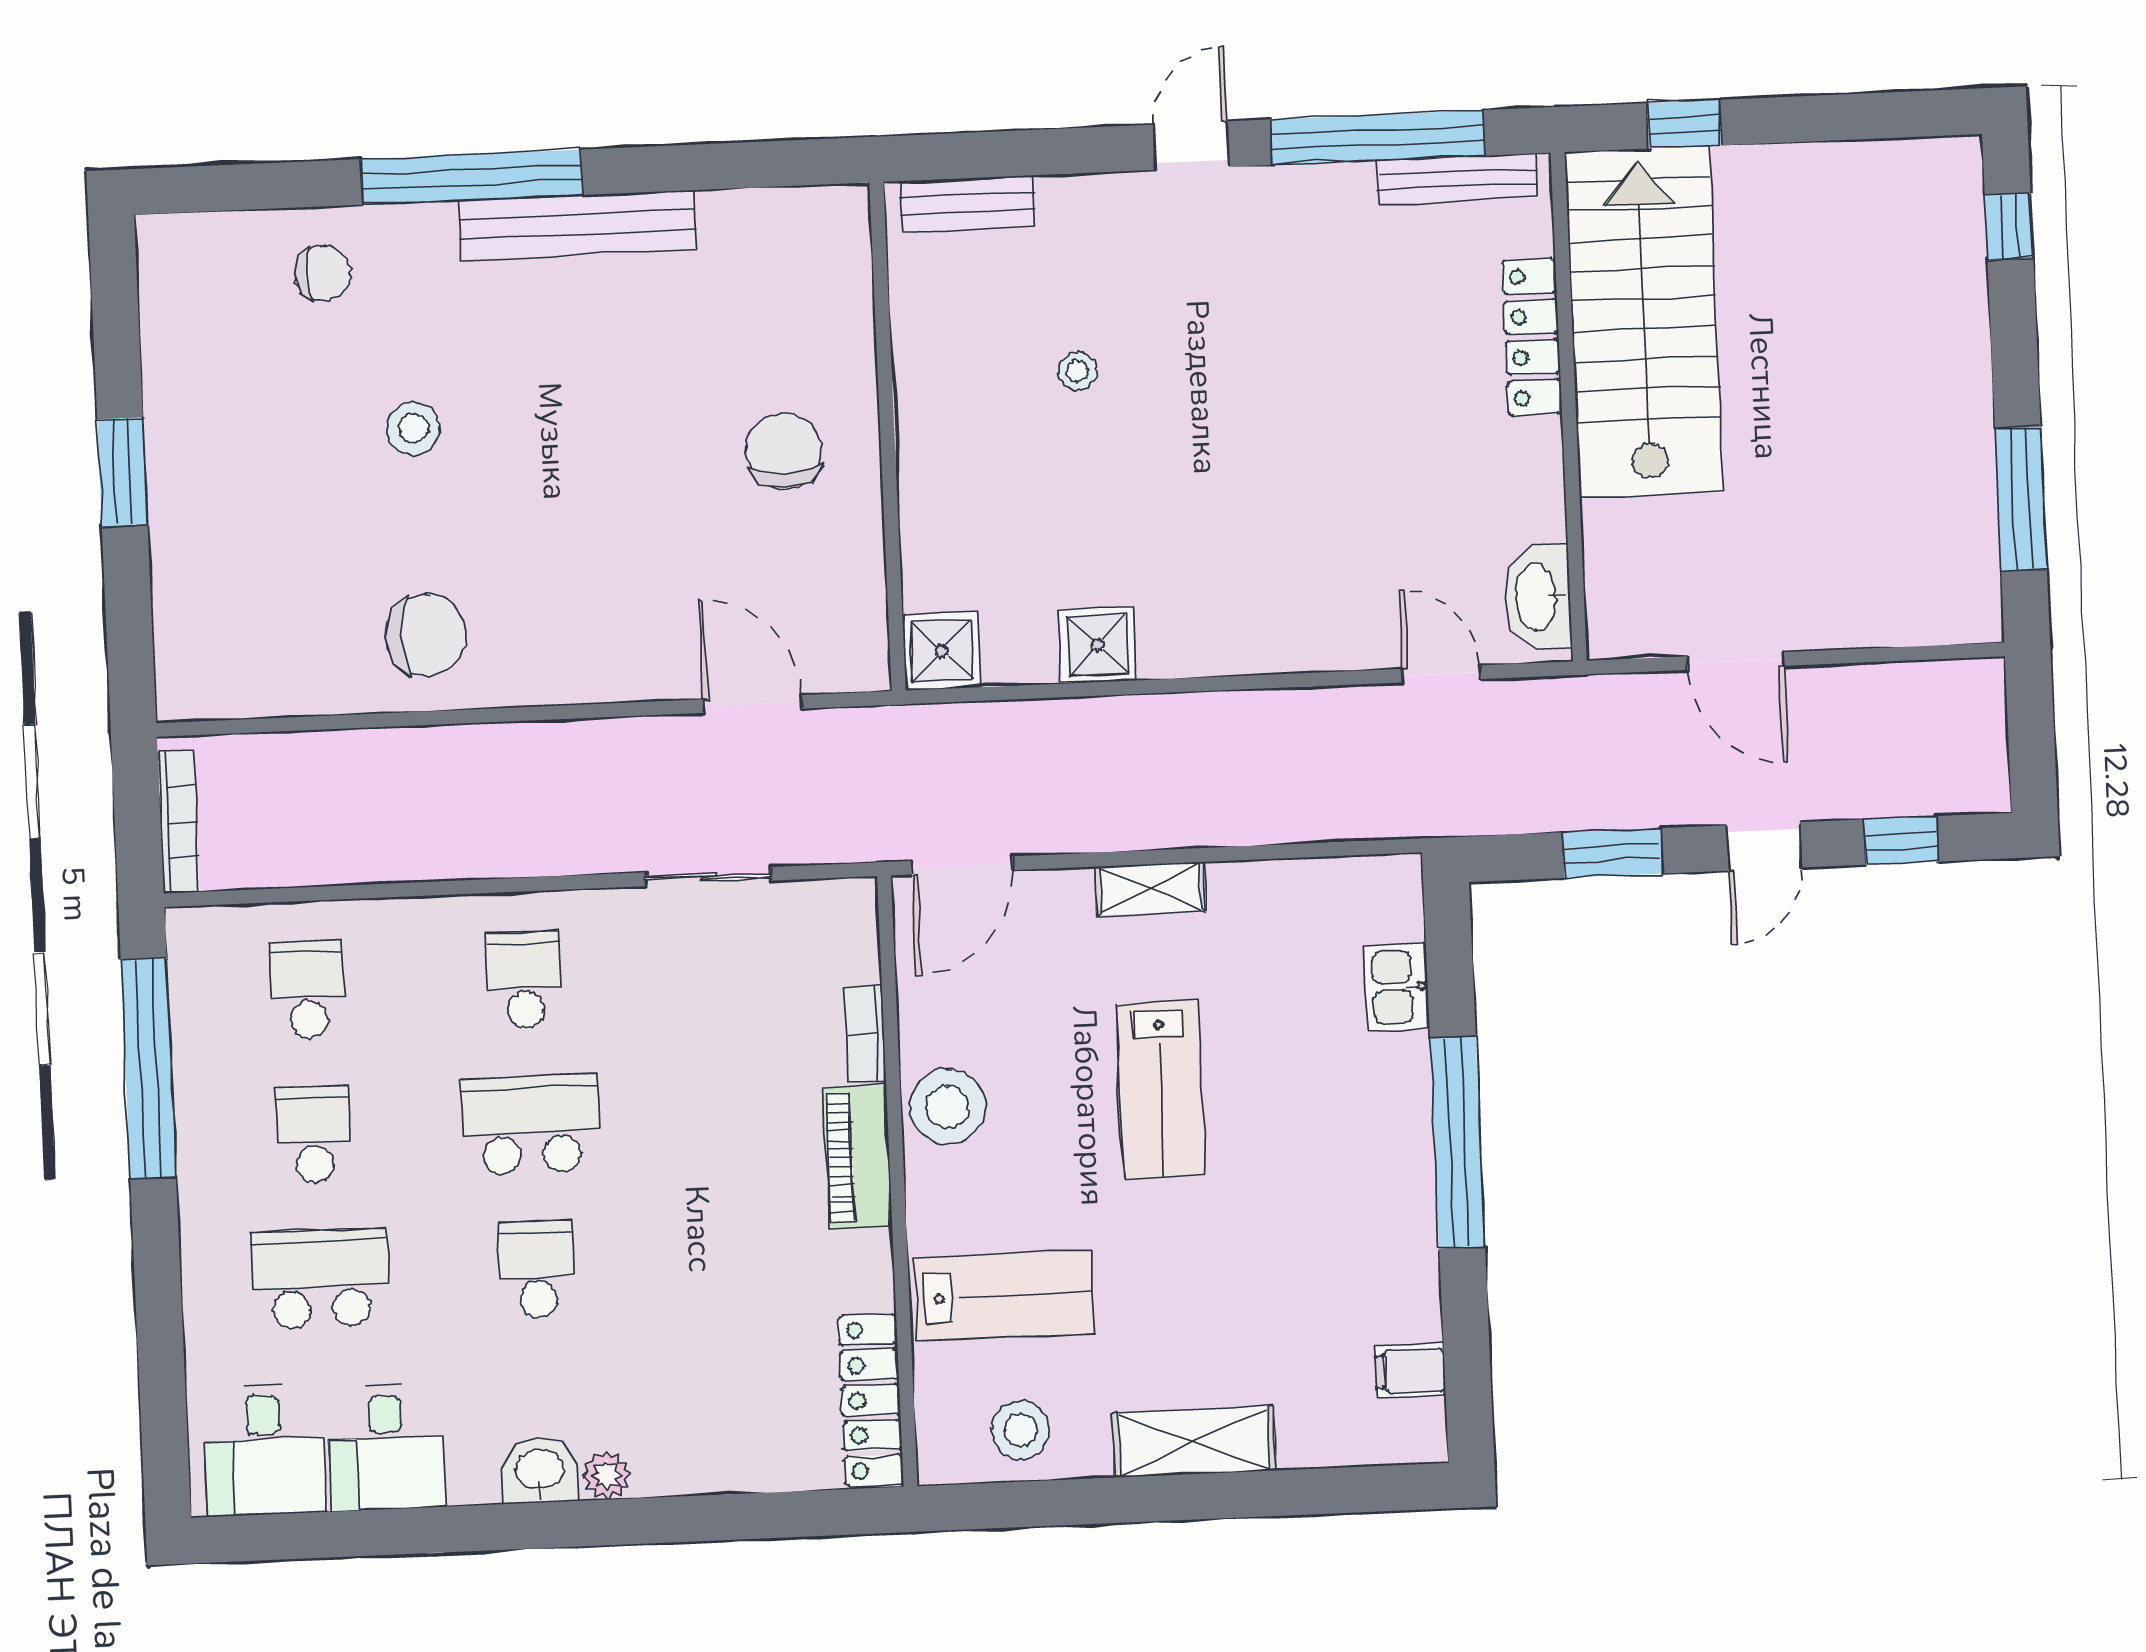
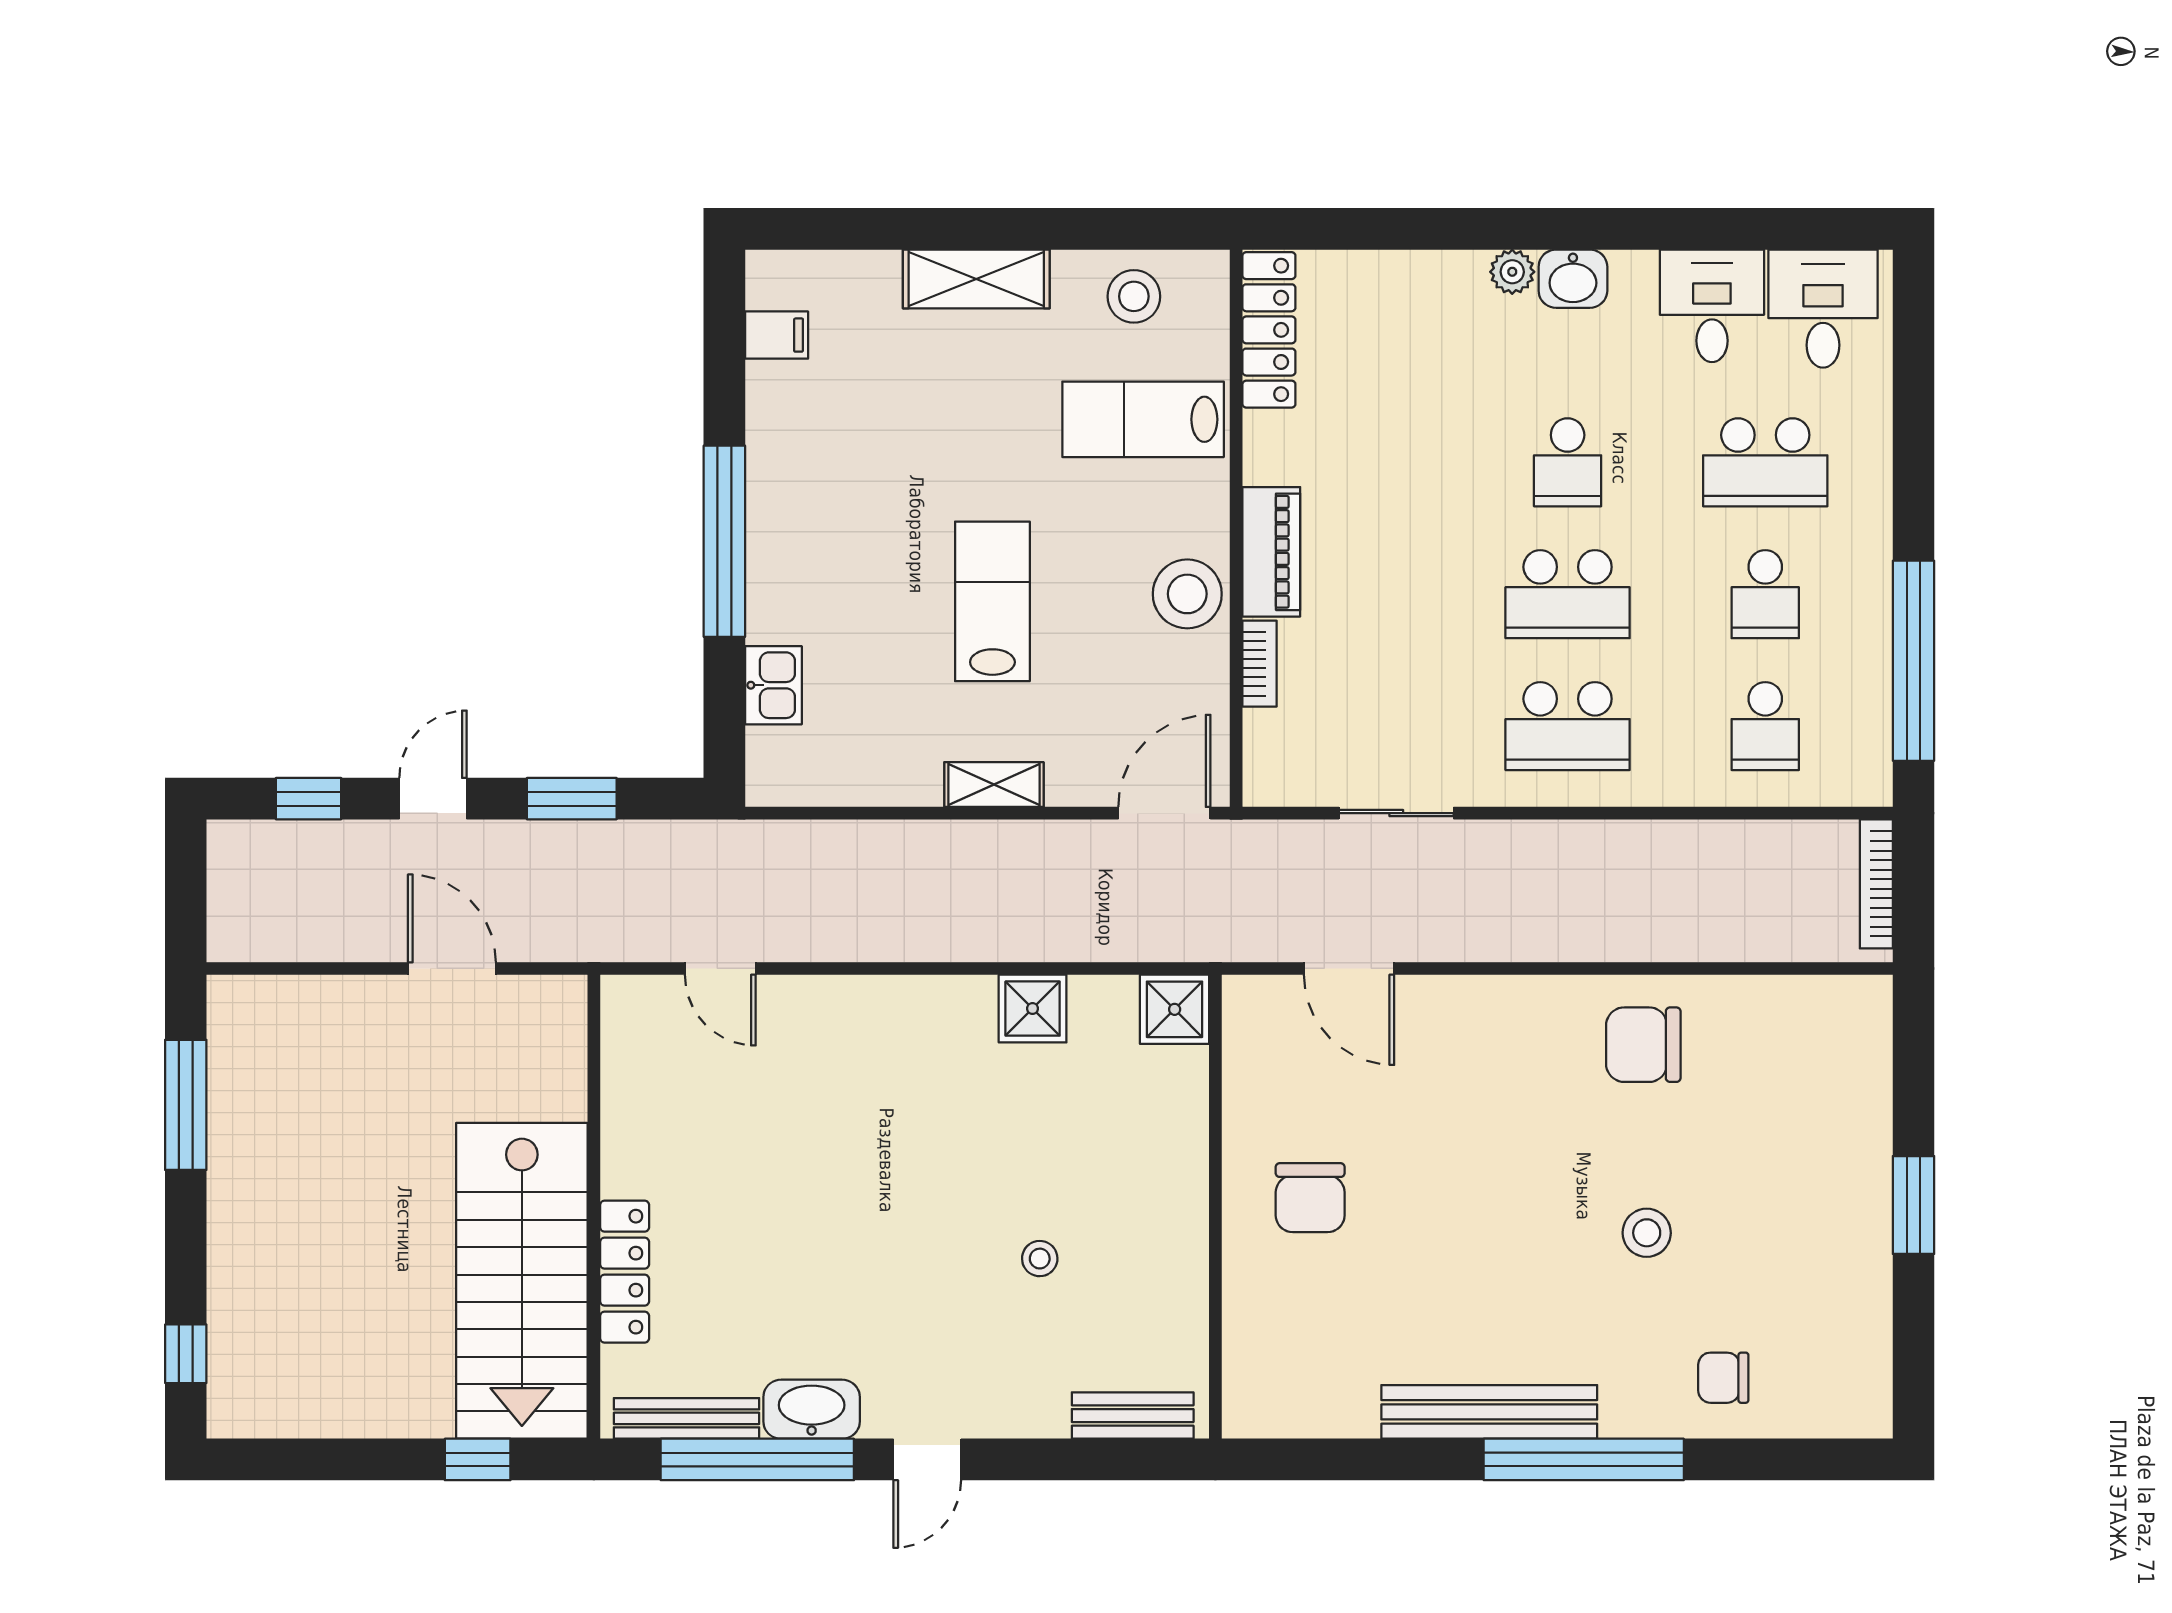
washbasin: (1538, 597) -> (812, 1409), moved, turned -90
school desk: (524, 980) -> (1568, 726), width x1.85

